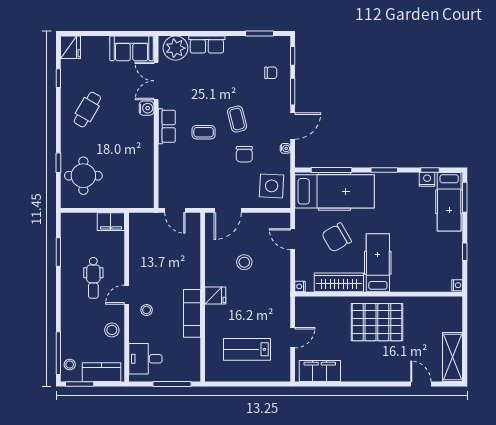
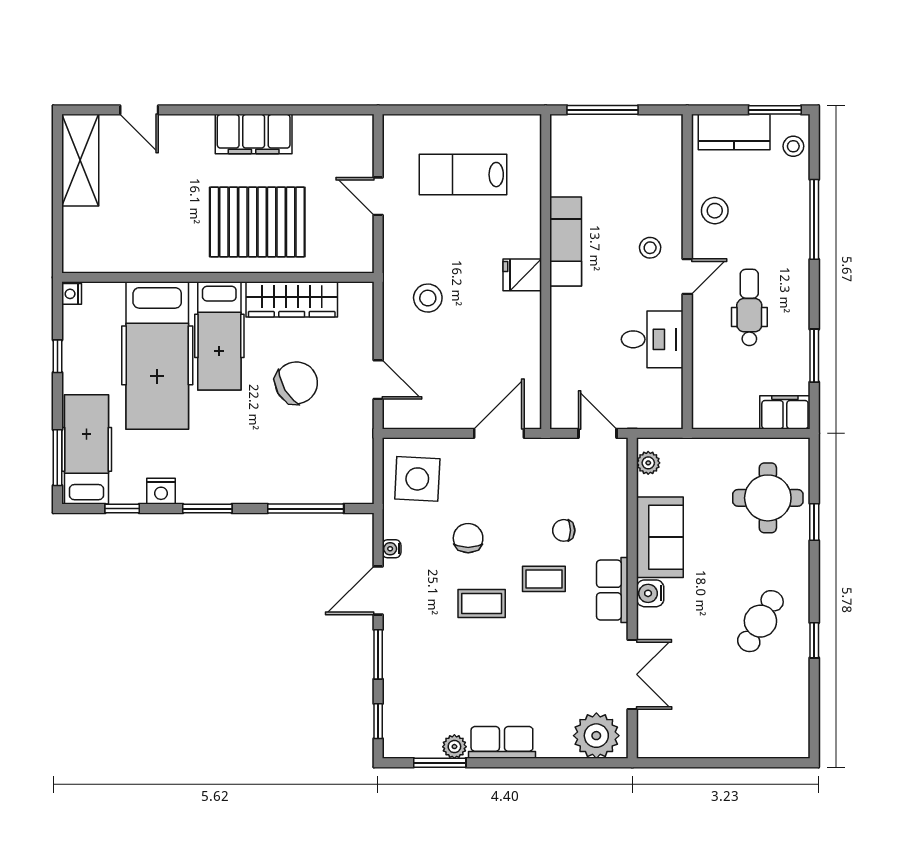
plant: (252, 42) -> (454, 747), added
row of seats: (207, 44) -> (502, 742), moved
fridge: (71, 47) -> (792, 737), removed
sofa: (132, 48) -> (660, 537), moved, turned 90
chair: (271, 73) -> (564, 530), moved
window: (58, 78) -> (814, 640), moved
water cooler: (147, 108) -> (650, 593), moved
coffee table: (237, 119) -> (482, 603), turned -76
nightstand: (427, 179) -> (161, 491), moved
hospital bed: (335, 191) -> (157, 355), moved, turned -90
plant: (148, 195) -> (648, 463), added
filing cabinet: (111, 222) -> (785, 412), moved
stool: (244, 262) -> (428, 298), moved
nightstand: (300, 286) -> (364, 292), removed
pallet: (377, 322) -> (257, 222), moved
door: (293, 338) -> (378, 196), hinge flipped
lab bench: (247, 349) -> (463, 175), turned 180
window: (58, 353) -> (814, 219), moved
desk: (145, 359) -> (652, 339), moved
filing cabinet: (320, 371) -> (254, 134), moved

